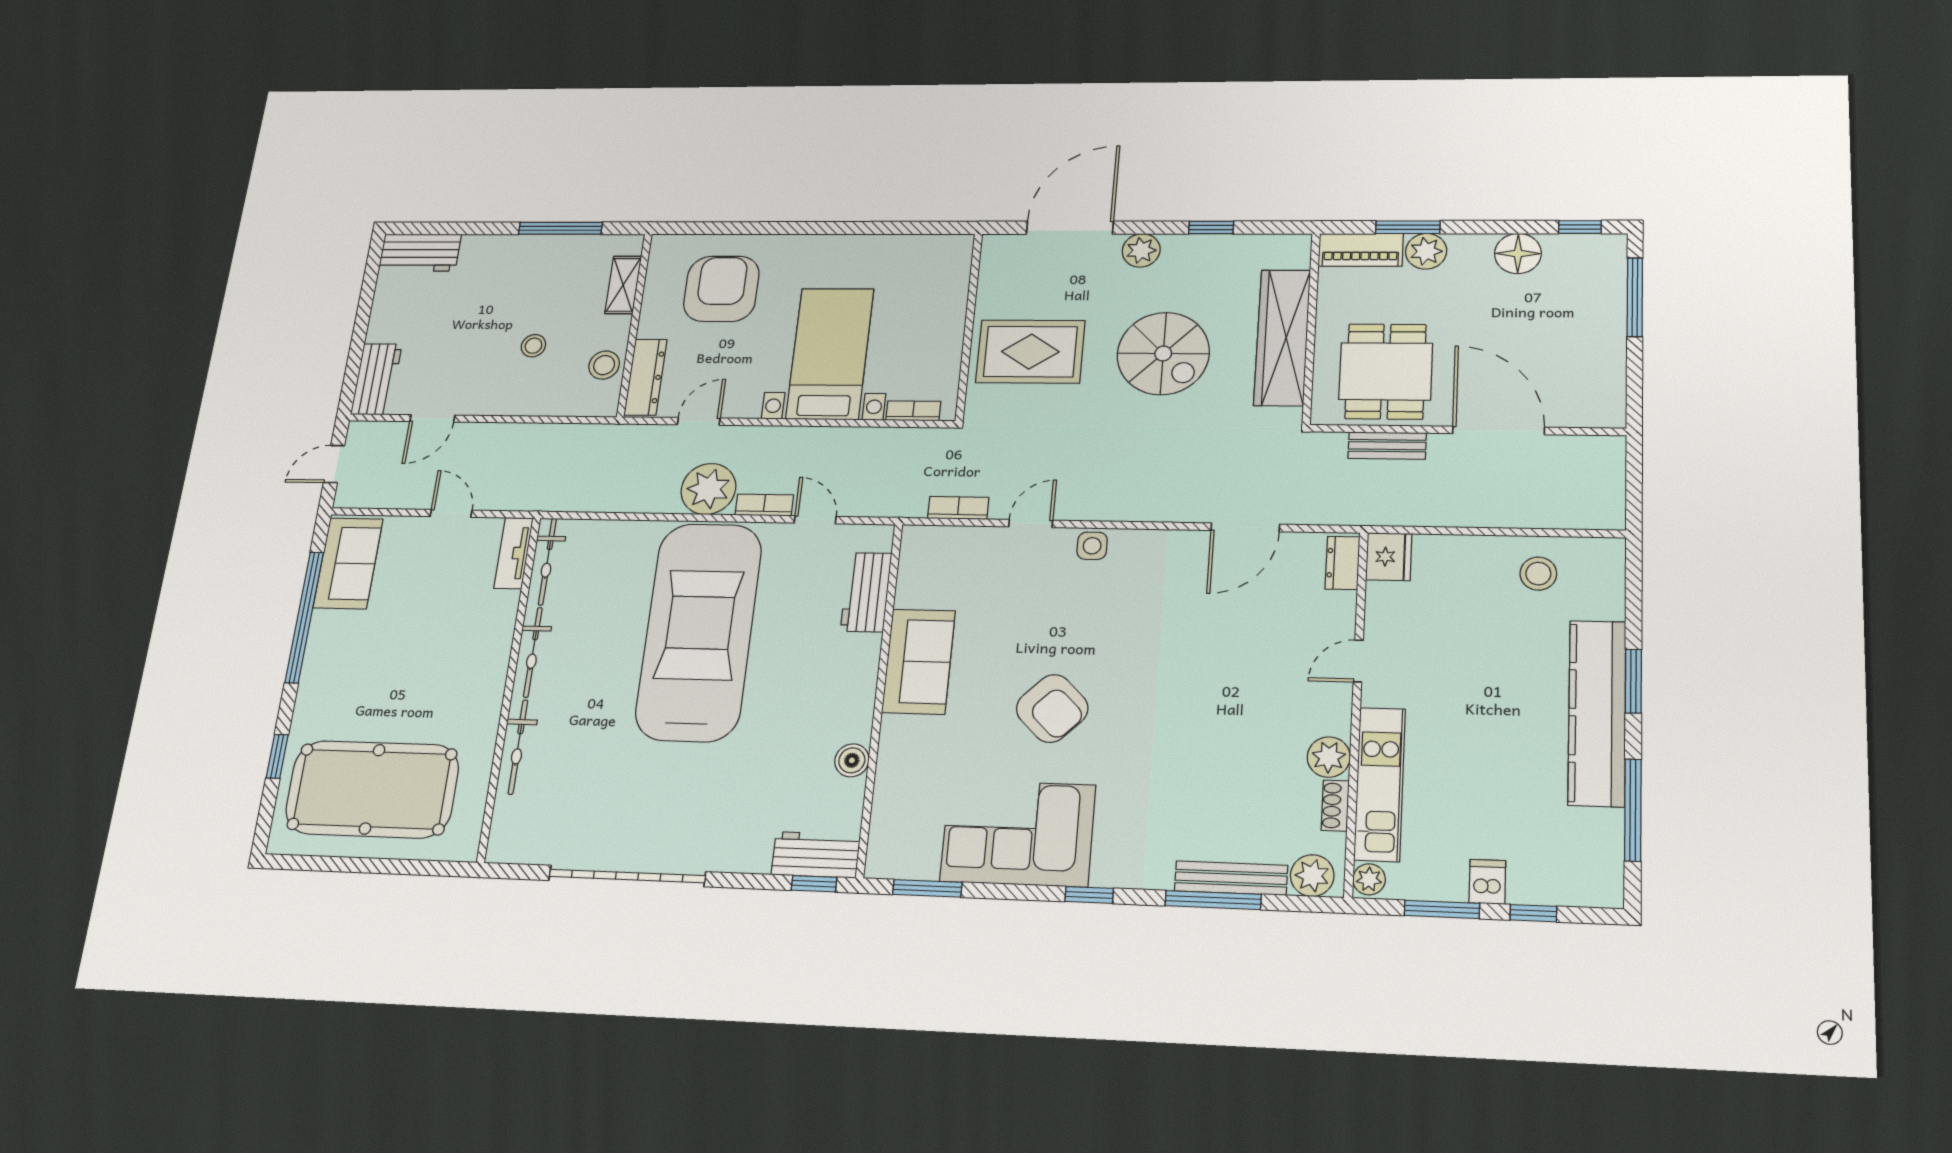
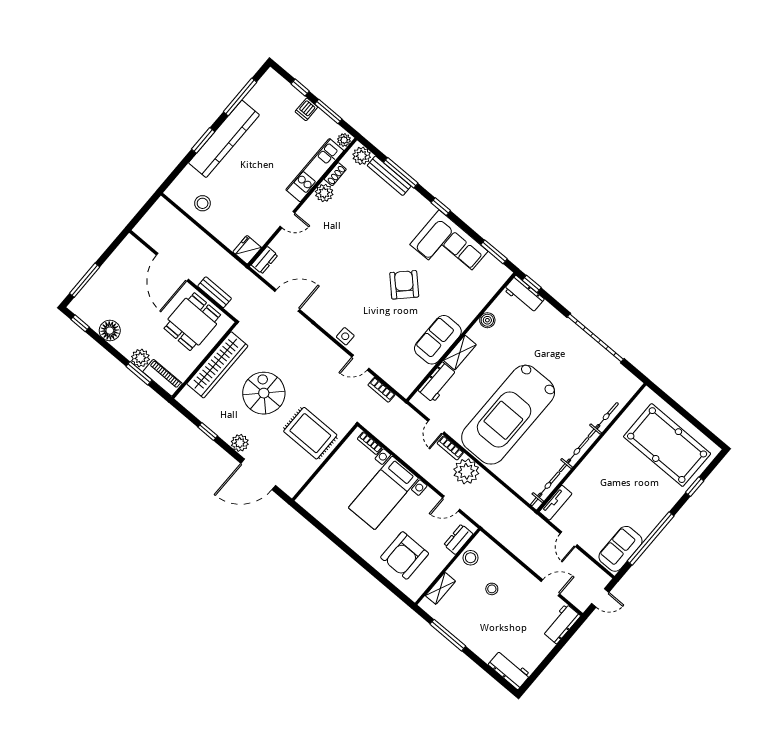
dresser: (646, 377) -> (458, 539), width x0.70
shelving: (862, 670) -> (460, 352), added

